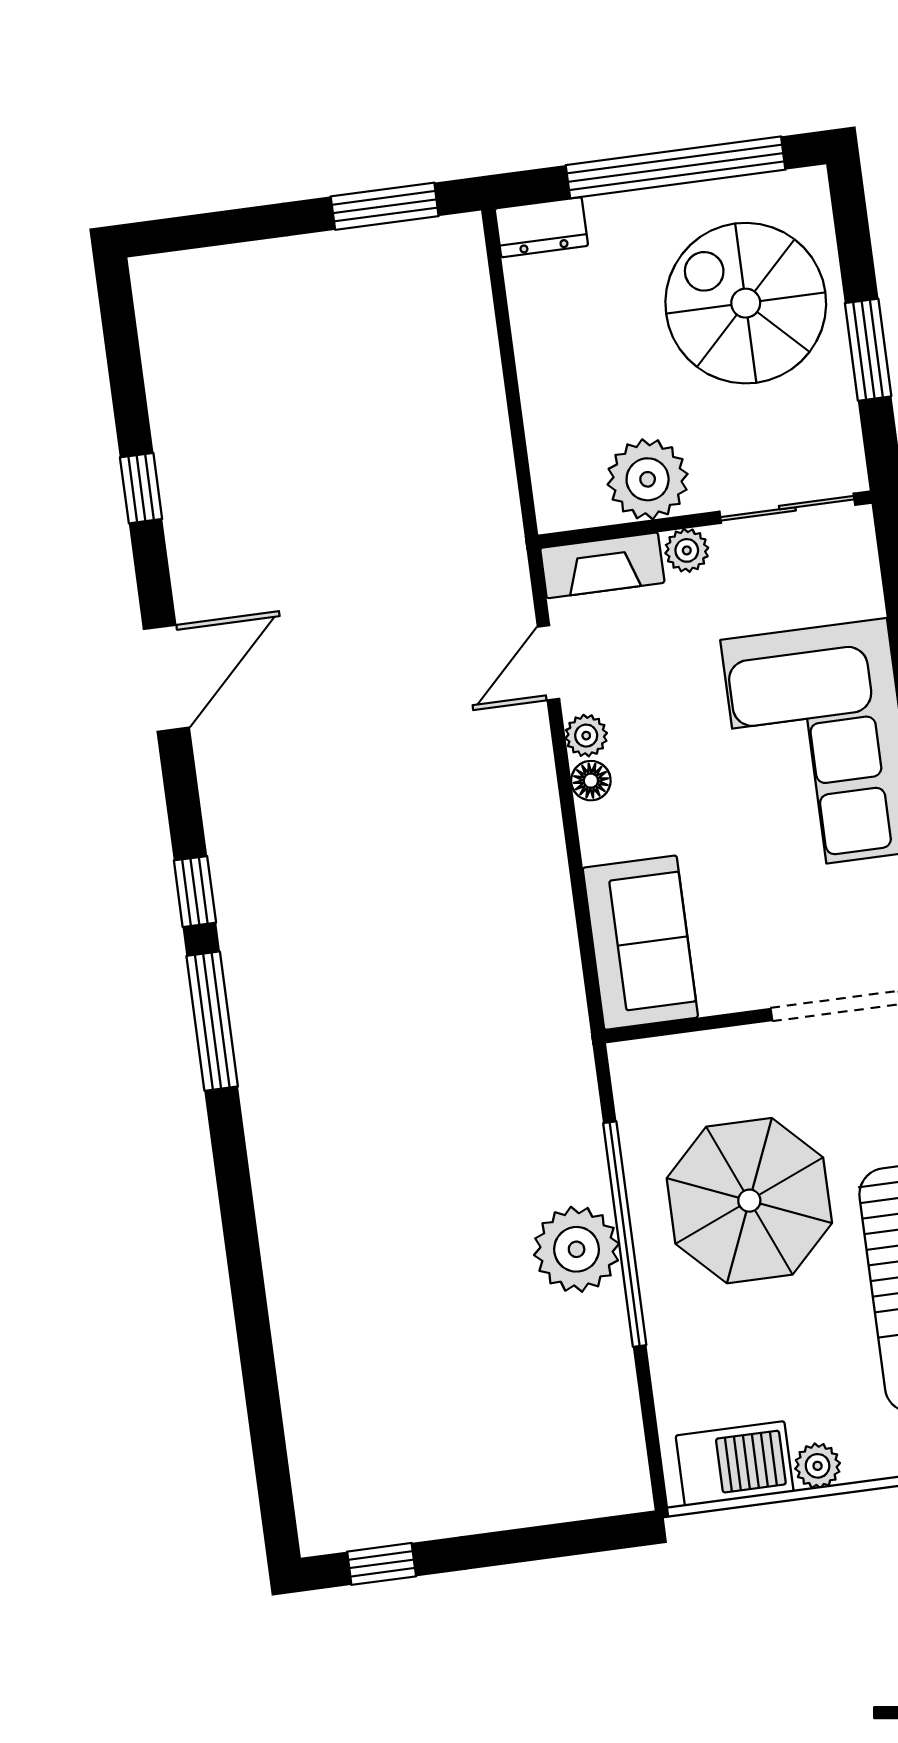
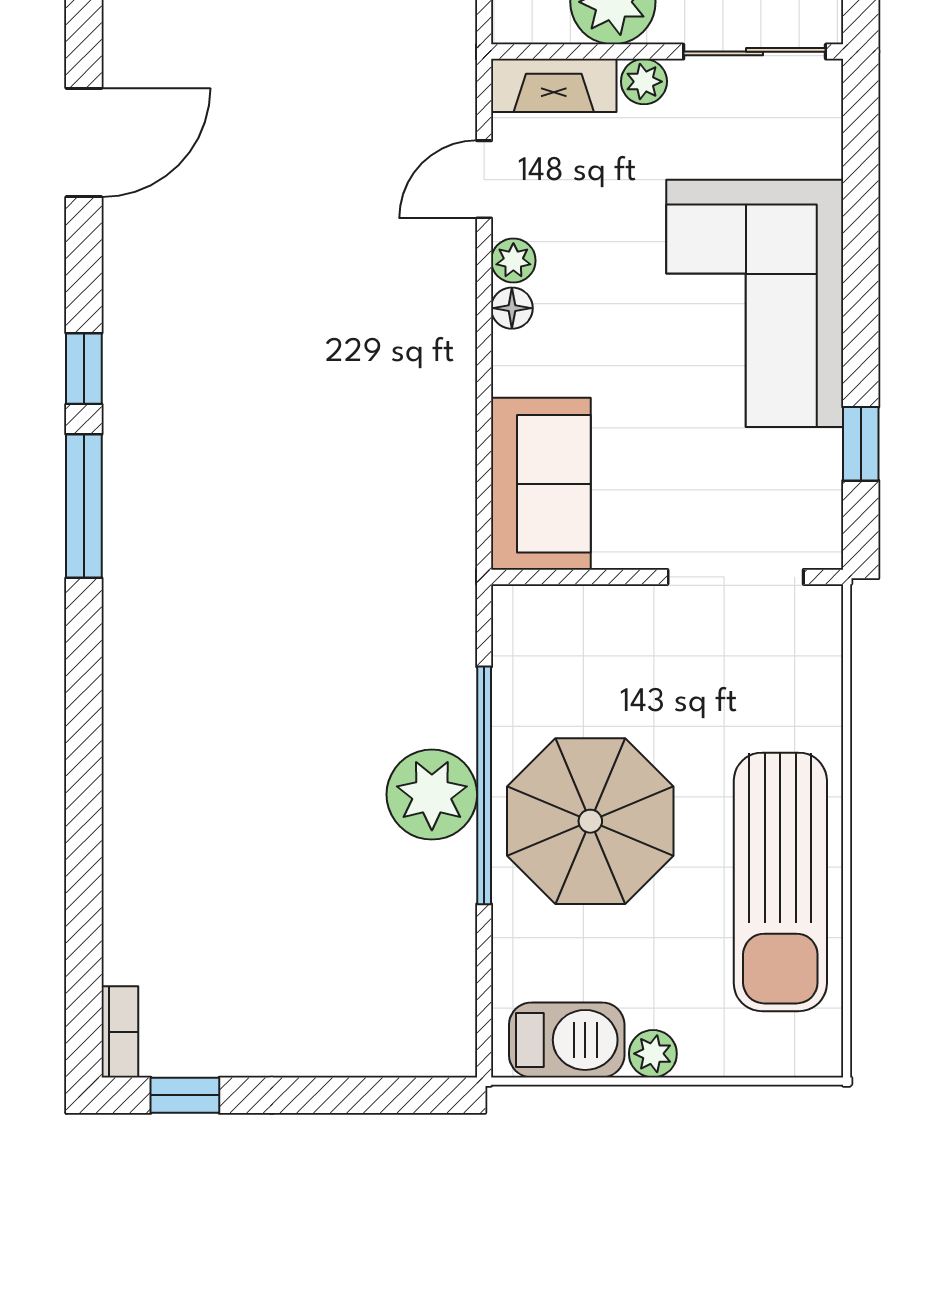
parasol: (749, 1201) -> (590, 821), moved
bookcase: (312, 1512) -> (120, 1032), added

